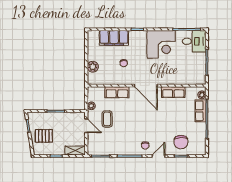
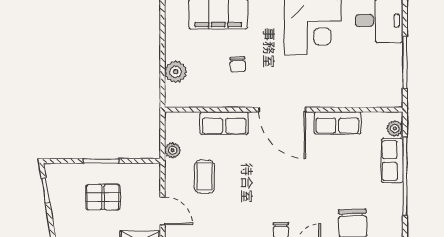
door: (86, 126) -> (163, 211), moved
pallet: (44, 136) -> (103, 197), moved

